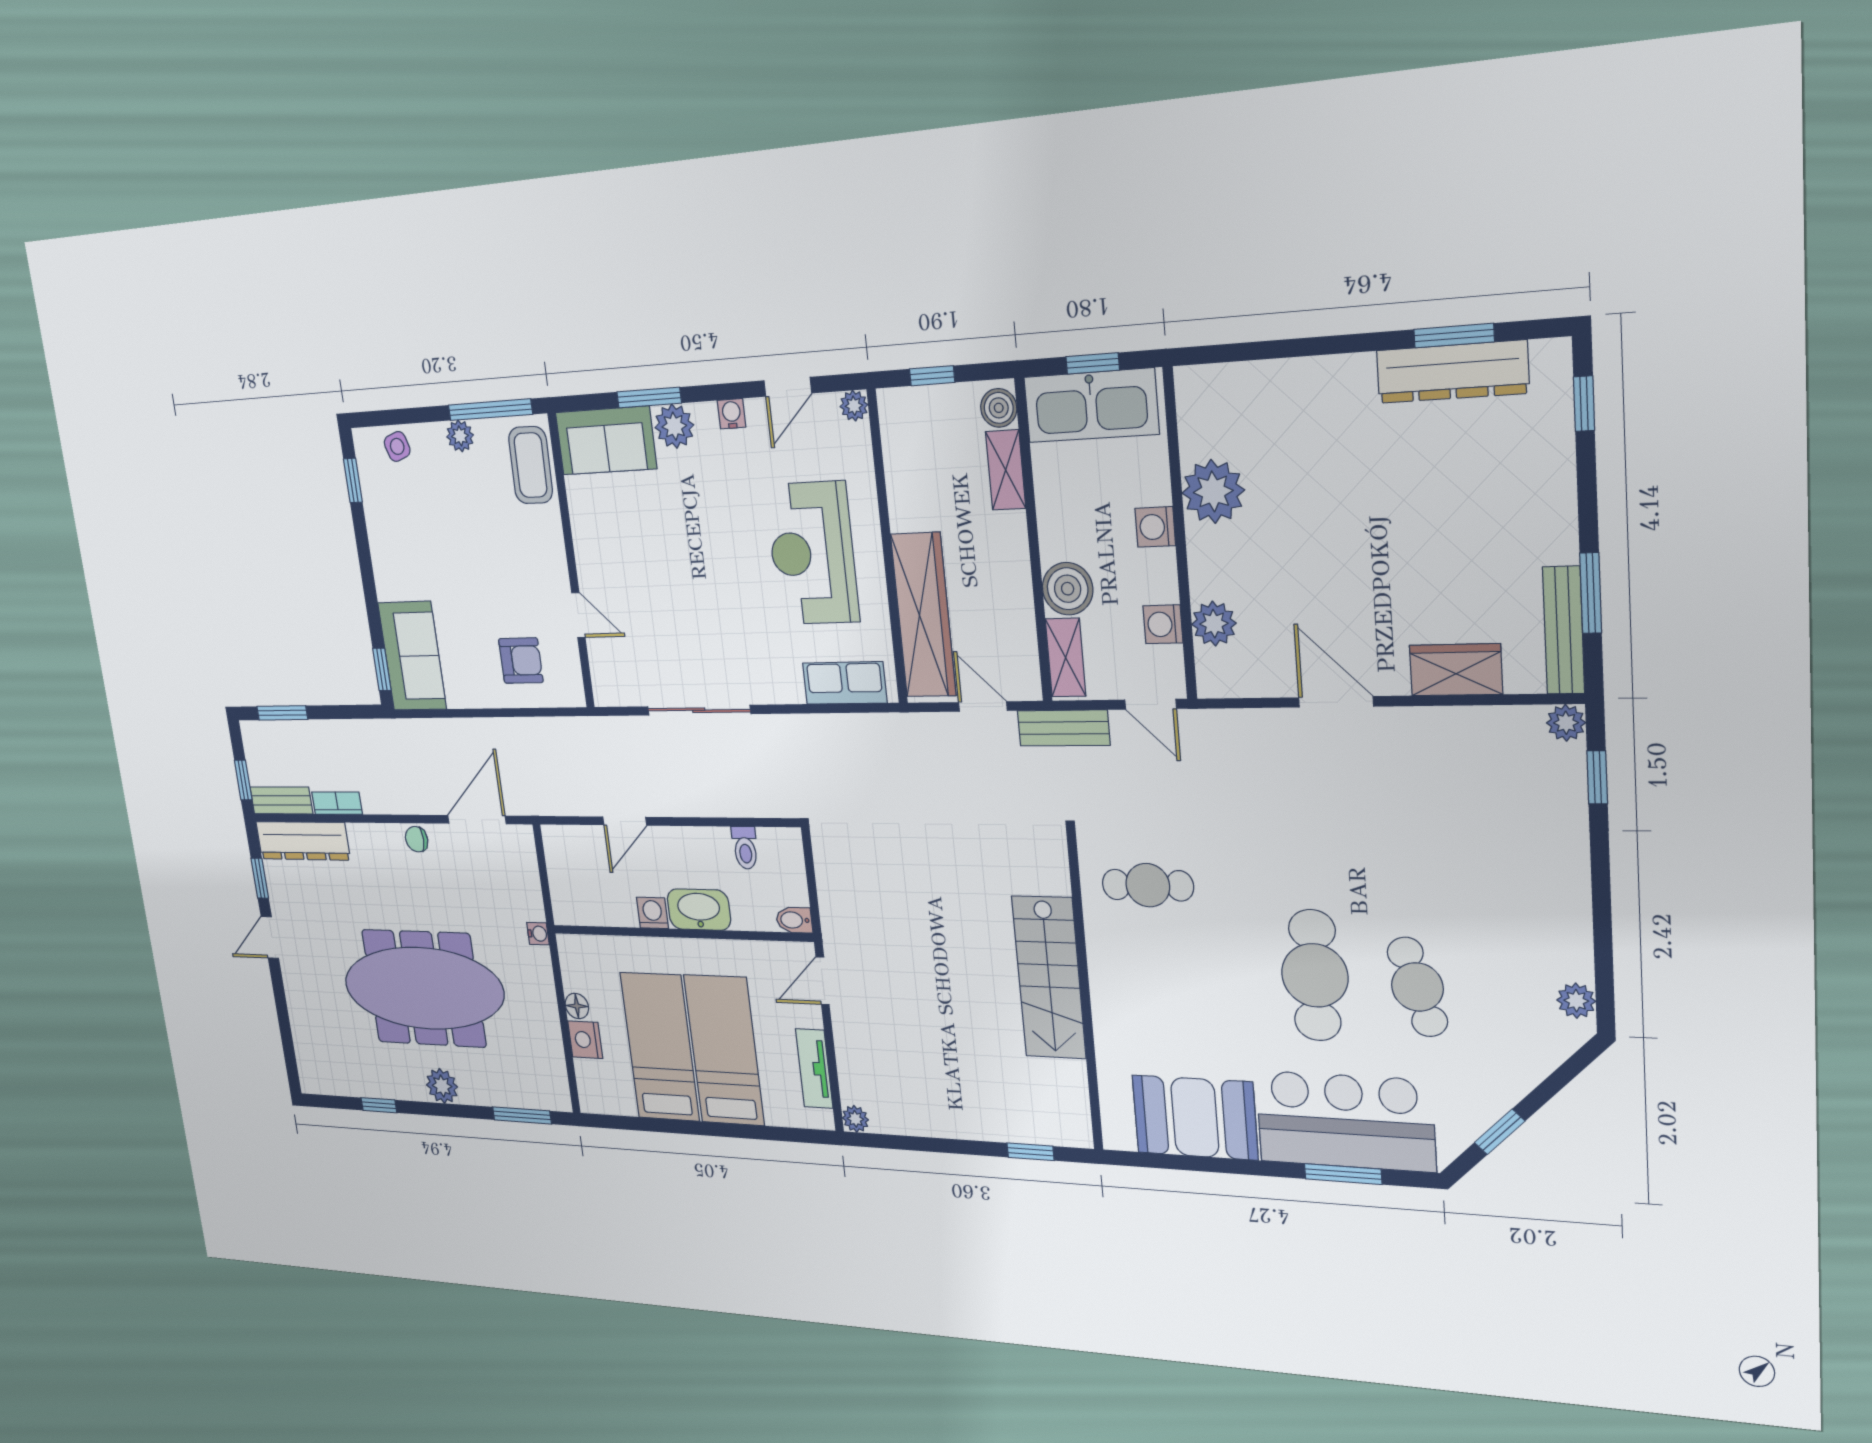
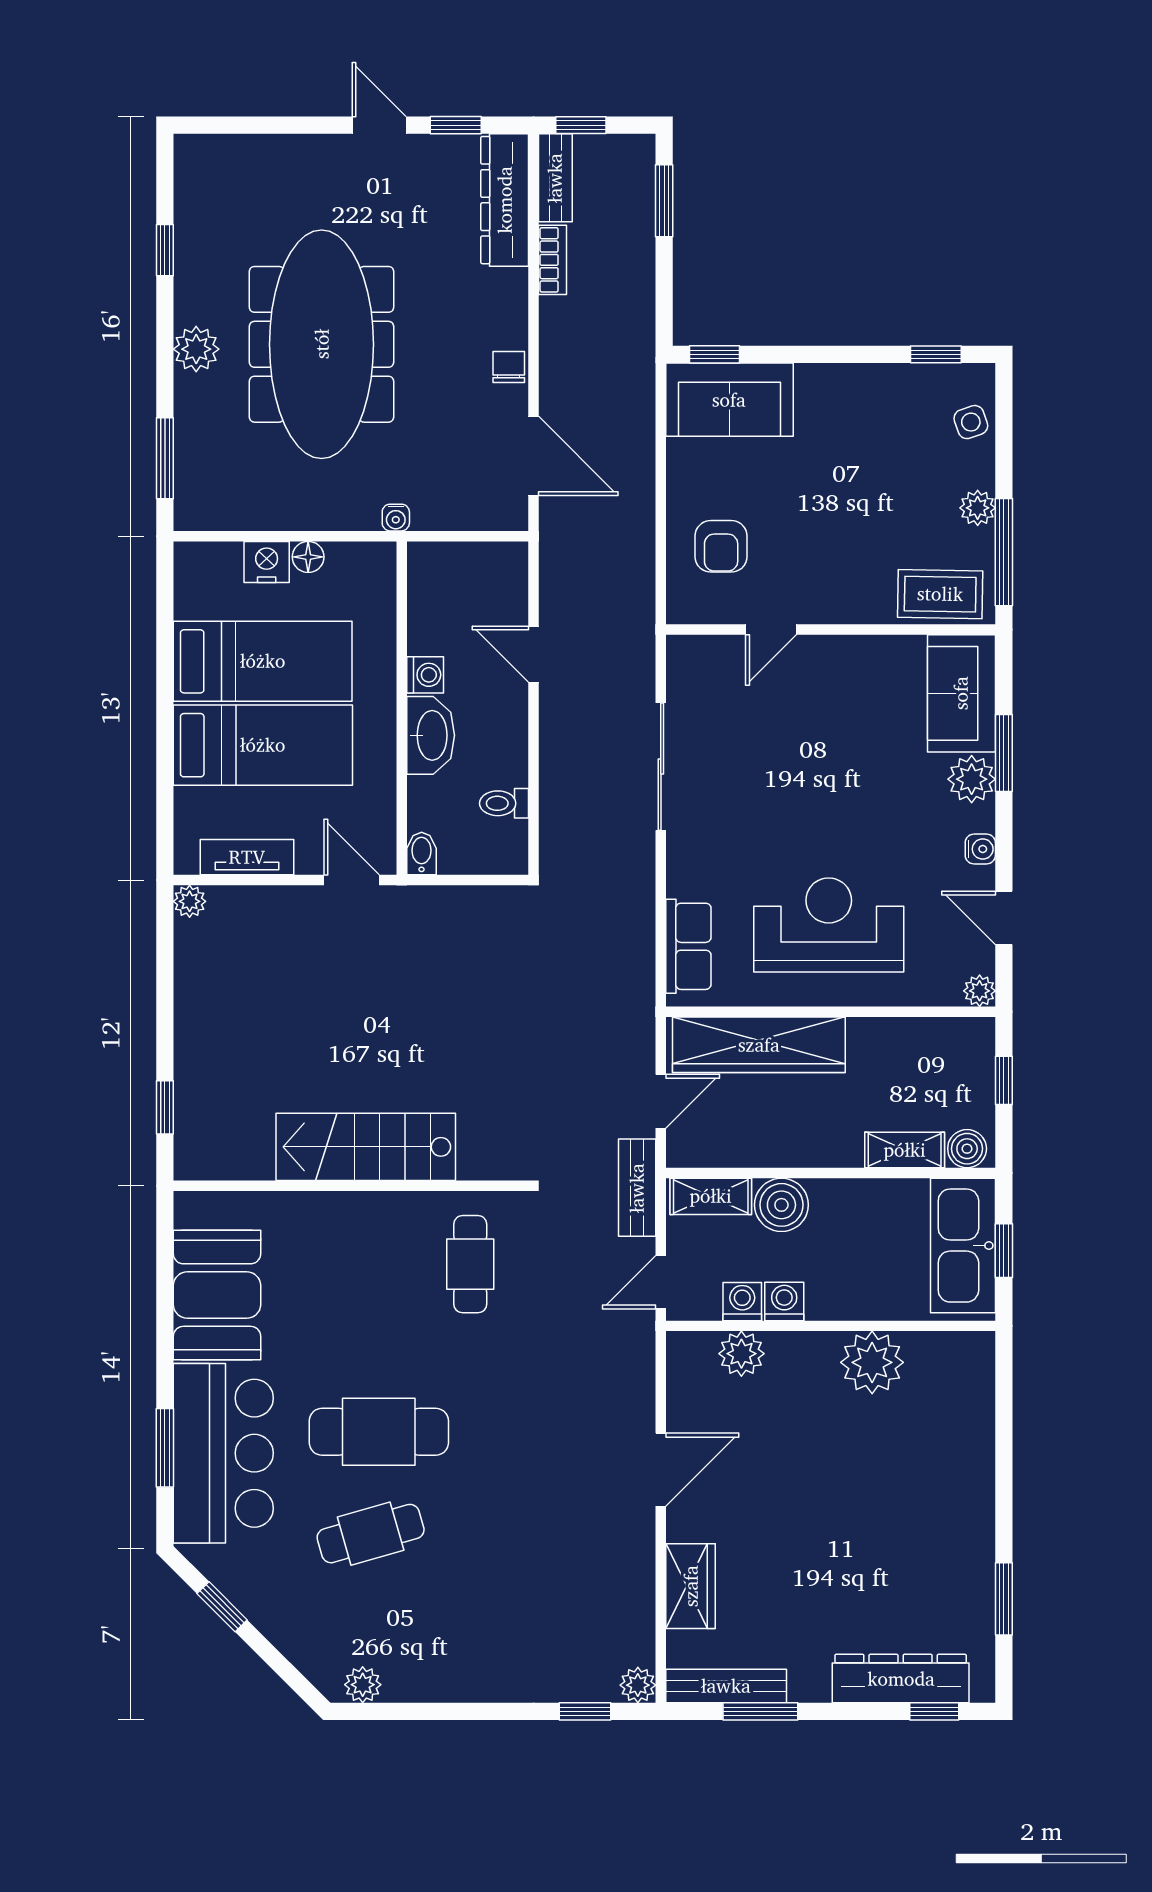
dresser: (1452, 372) -> (901, 1679), moved, turned 90
washing machine: (1155, 527) -> (784, 1301), moved

